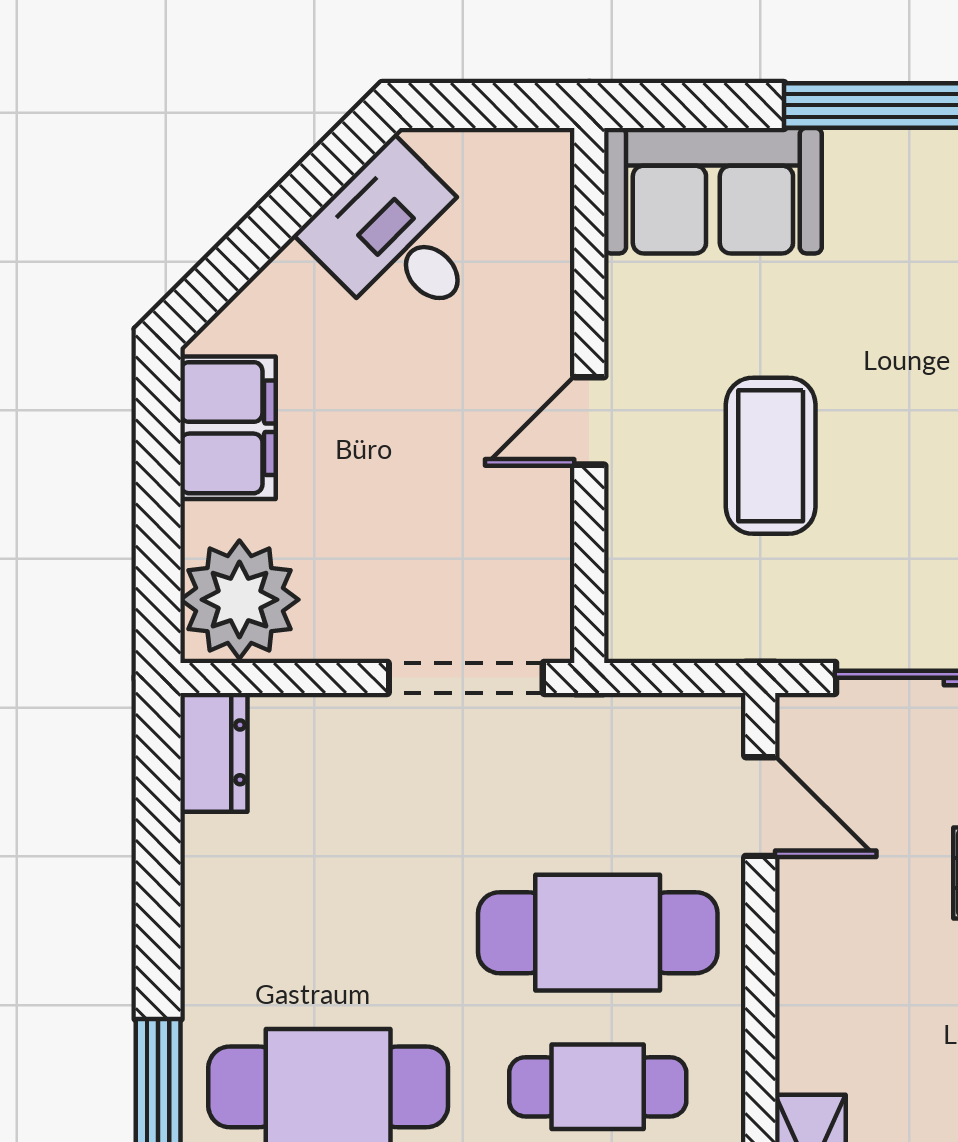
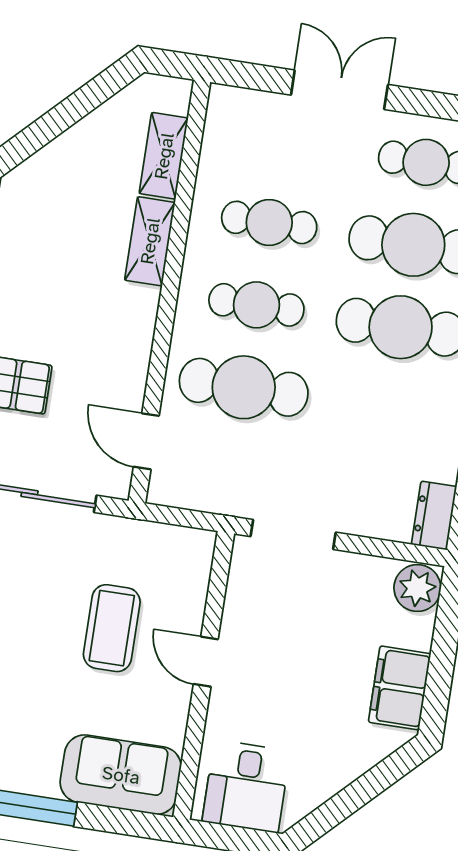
desk: (398, 239) -> (246, 786), moved, turned 45
door: (589, 421) -> (206, 662), swing flipped
plant: (239, 600) -> (417, 588), width x0.73, depth x0.73

